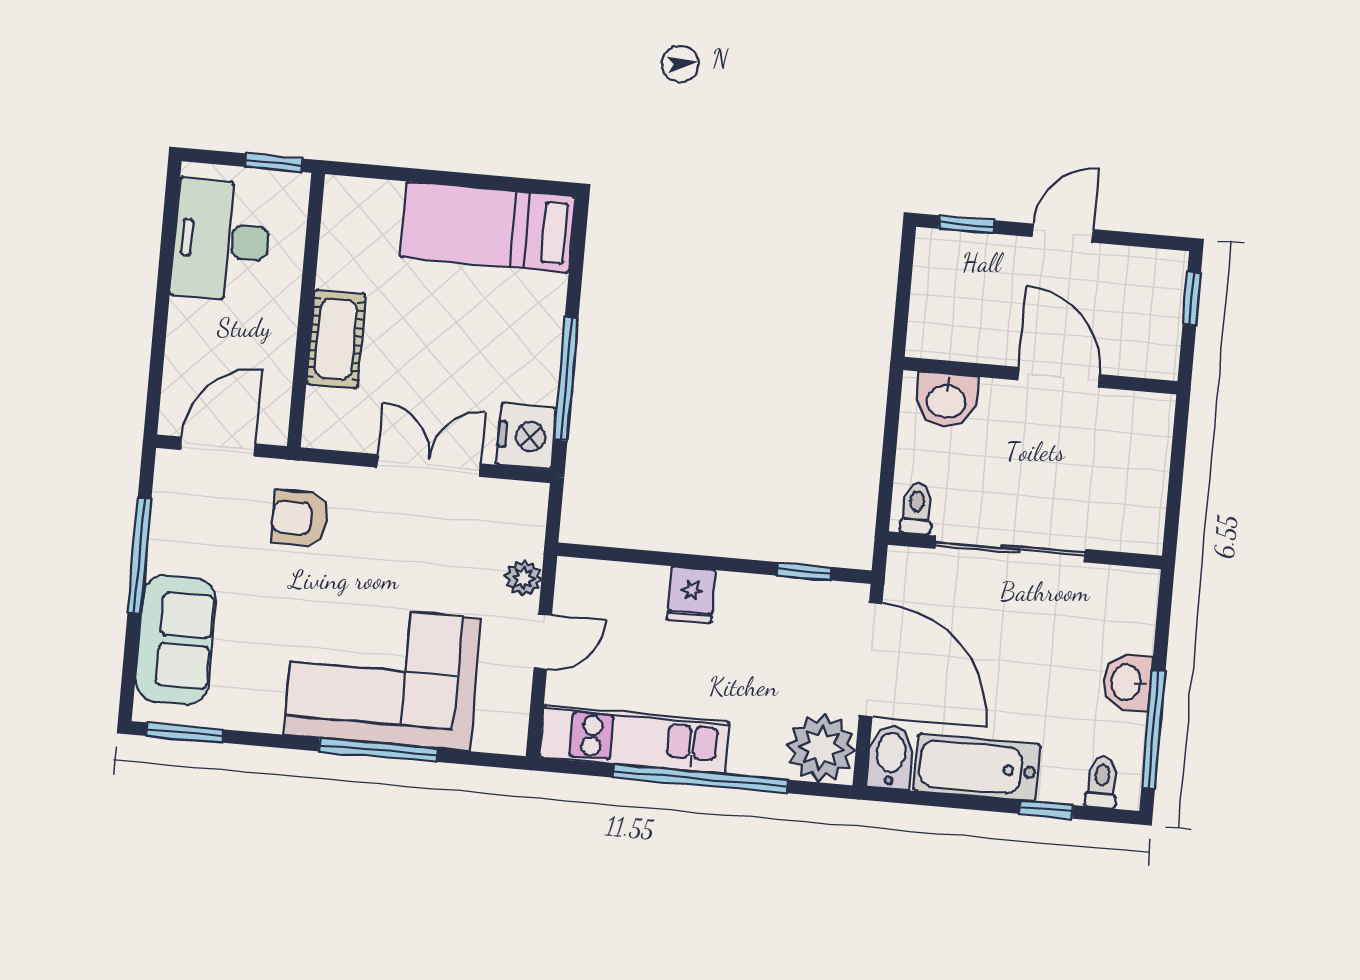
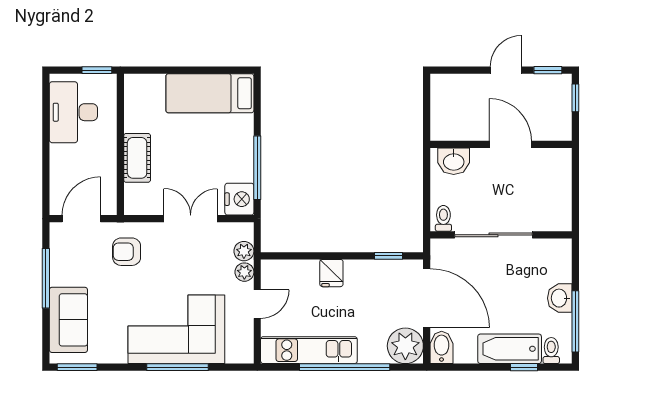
window: (966, 225) -> (548, 70), moved
plant: (526, 537) -> (244, 251), added
bathtub: (977, 768) -> (510, 349), moved

